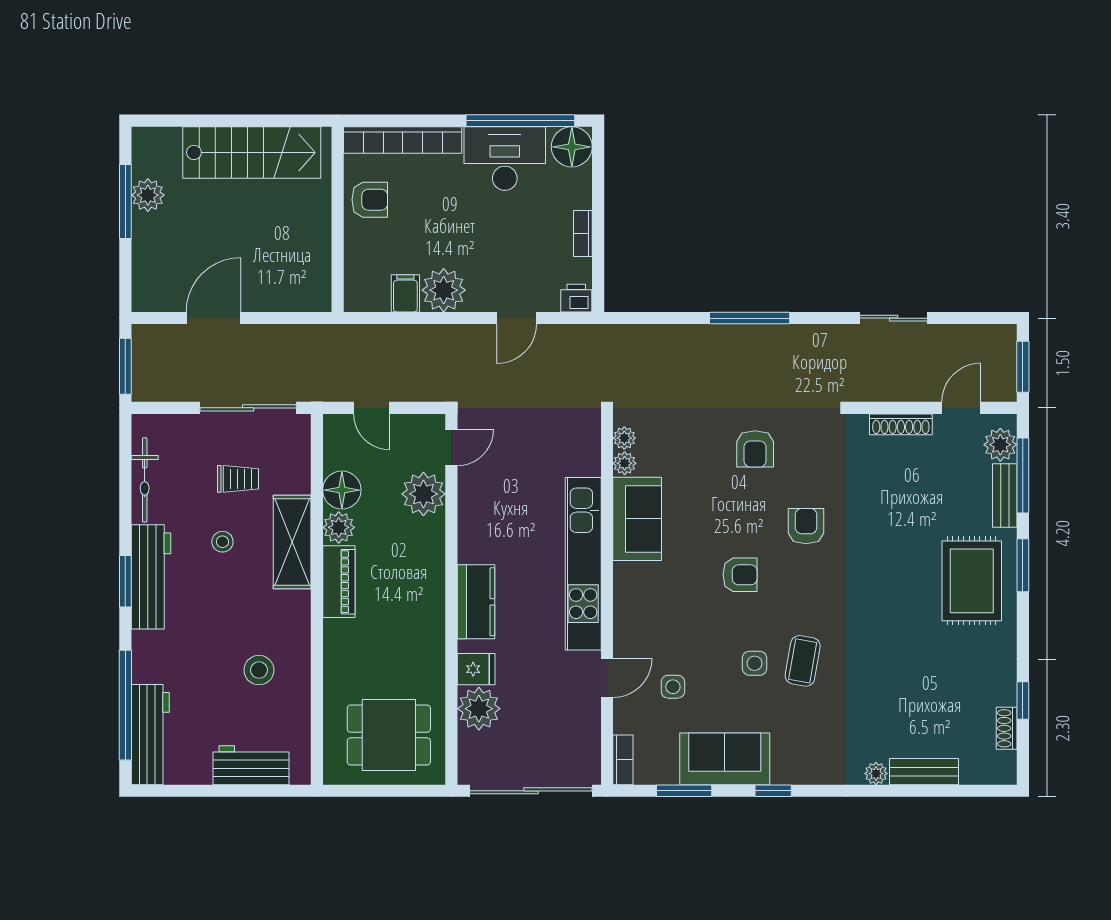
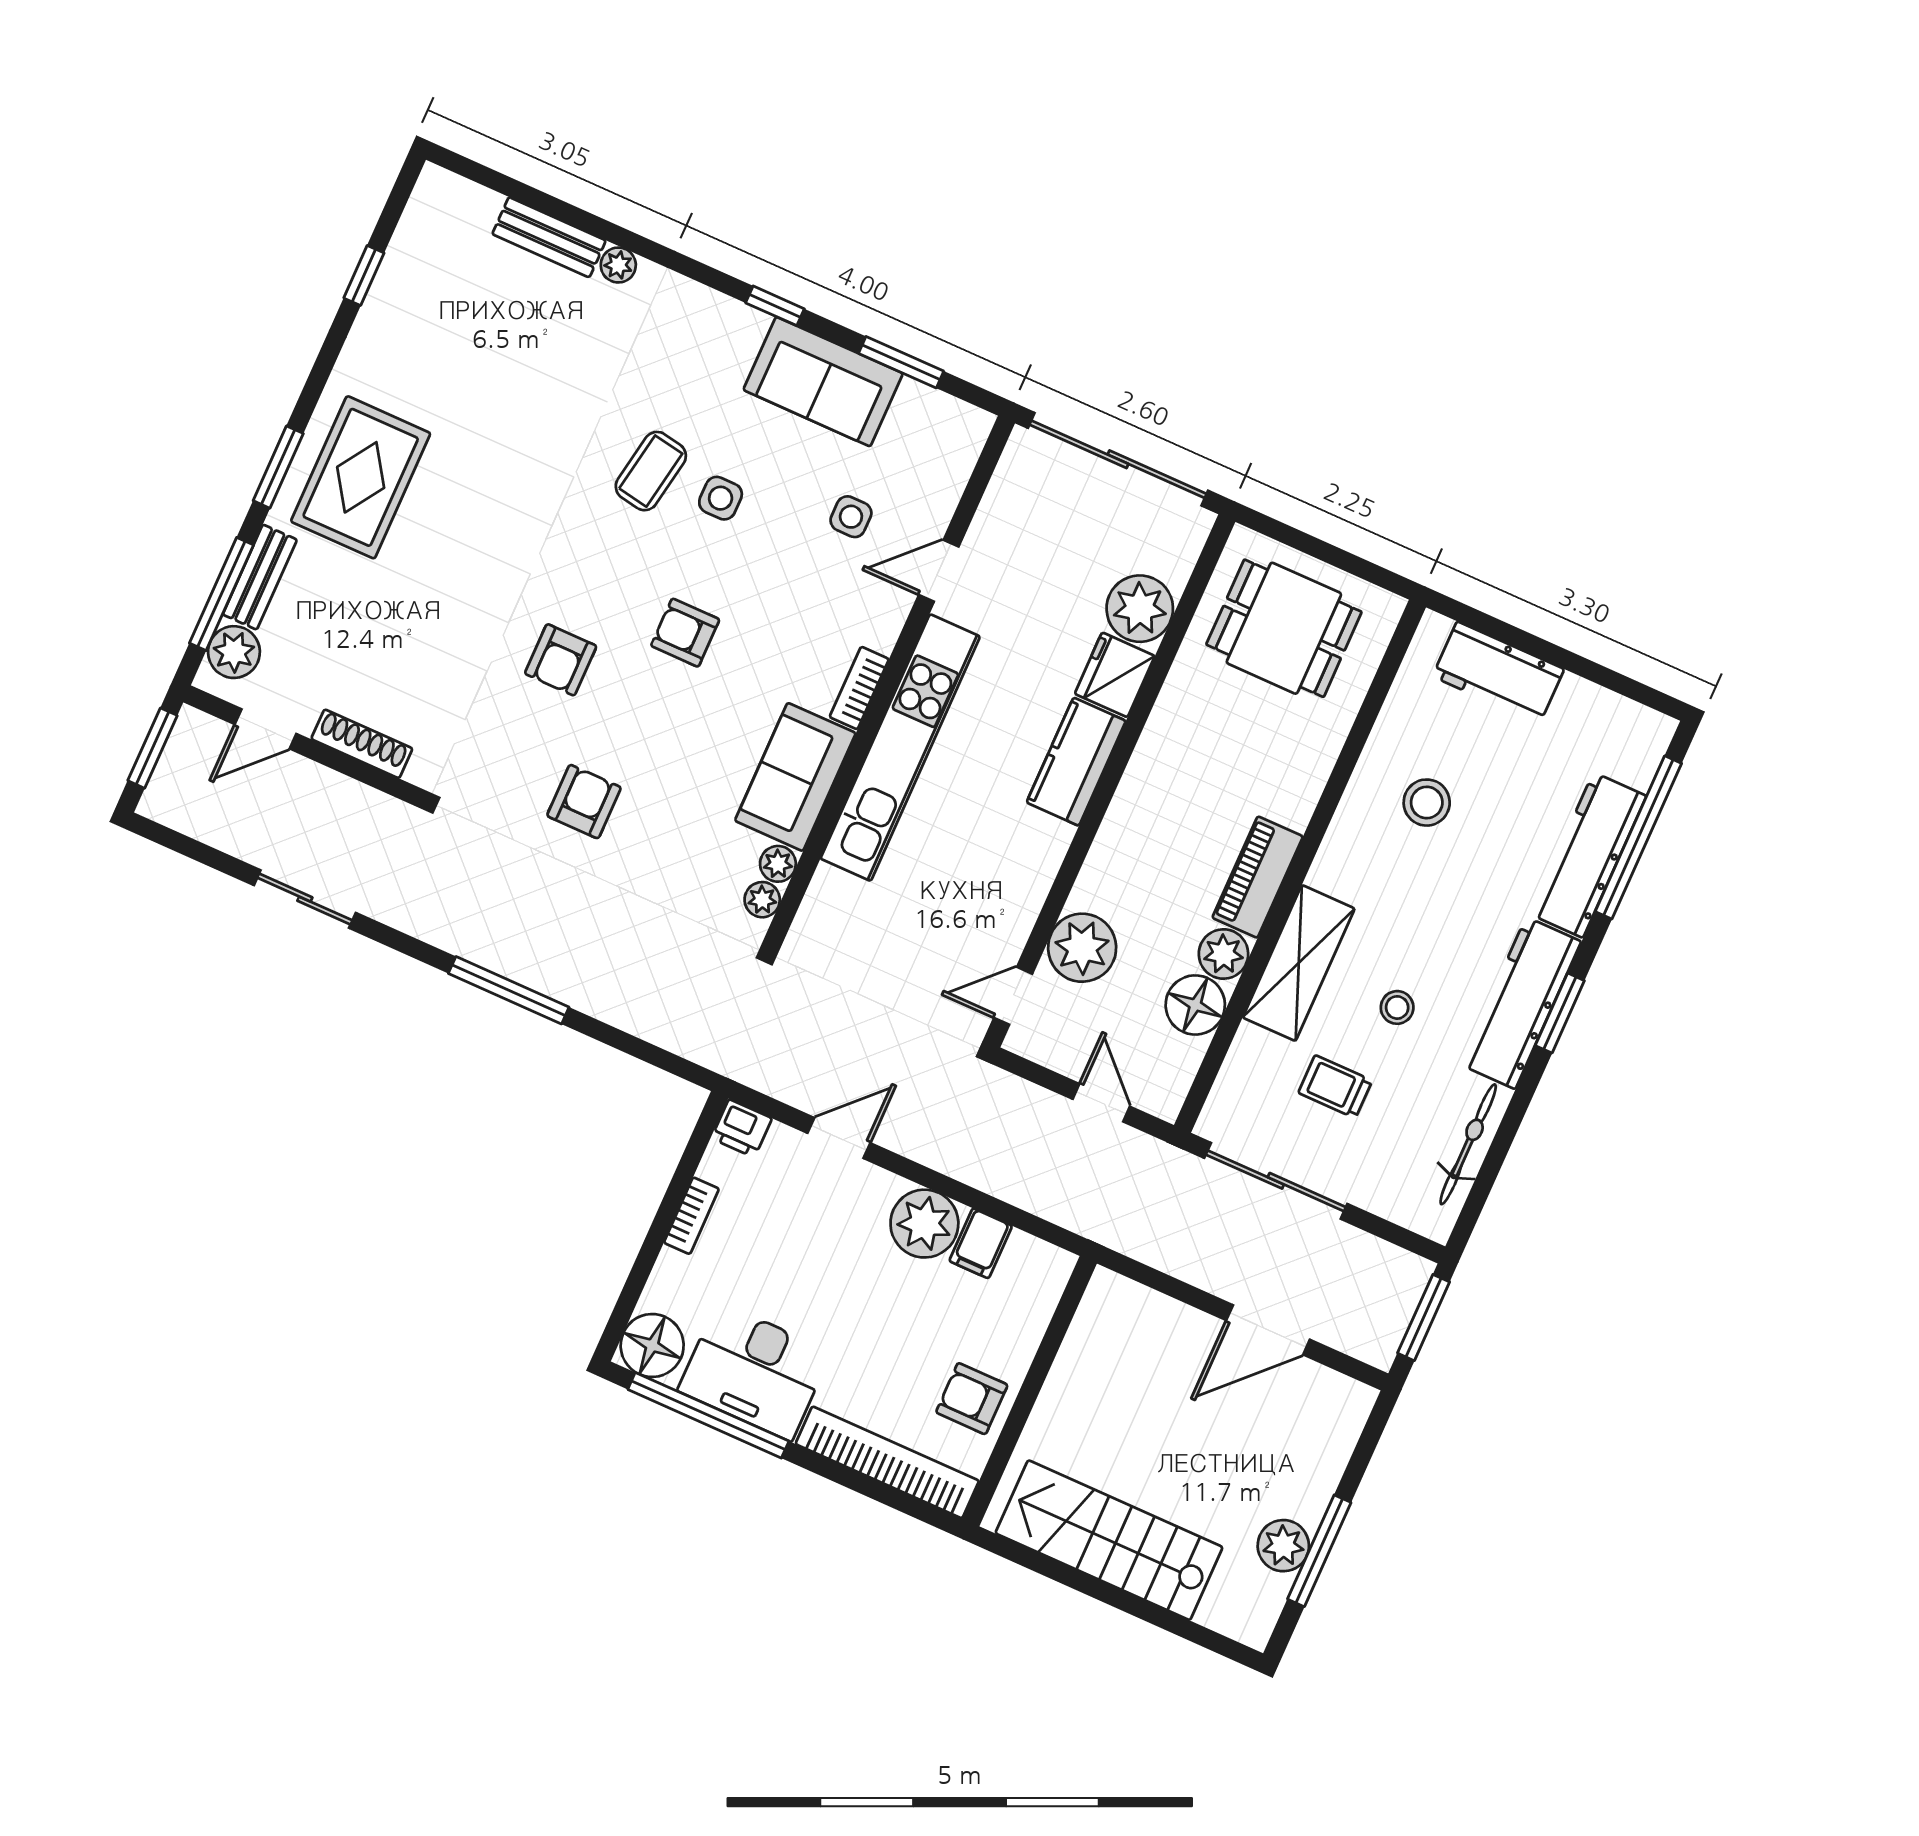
fridge: (476, 669) -> (1115, 675), width x1.38
shoe rack: (1007, 728) -> (405, 246), removed
workbench: (150, 735) -> (1588, 855), moved
bookcase: (623, 760) -> (859, 688), moved

